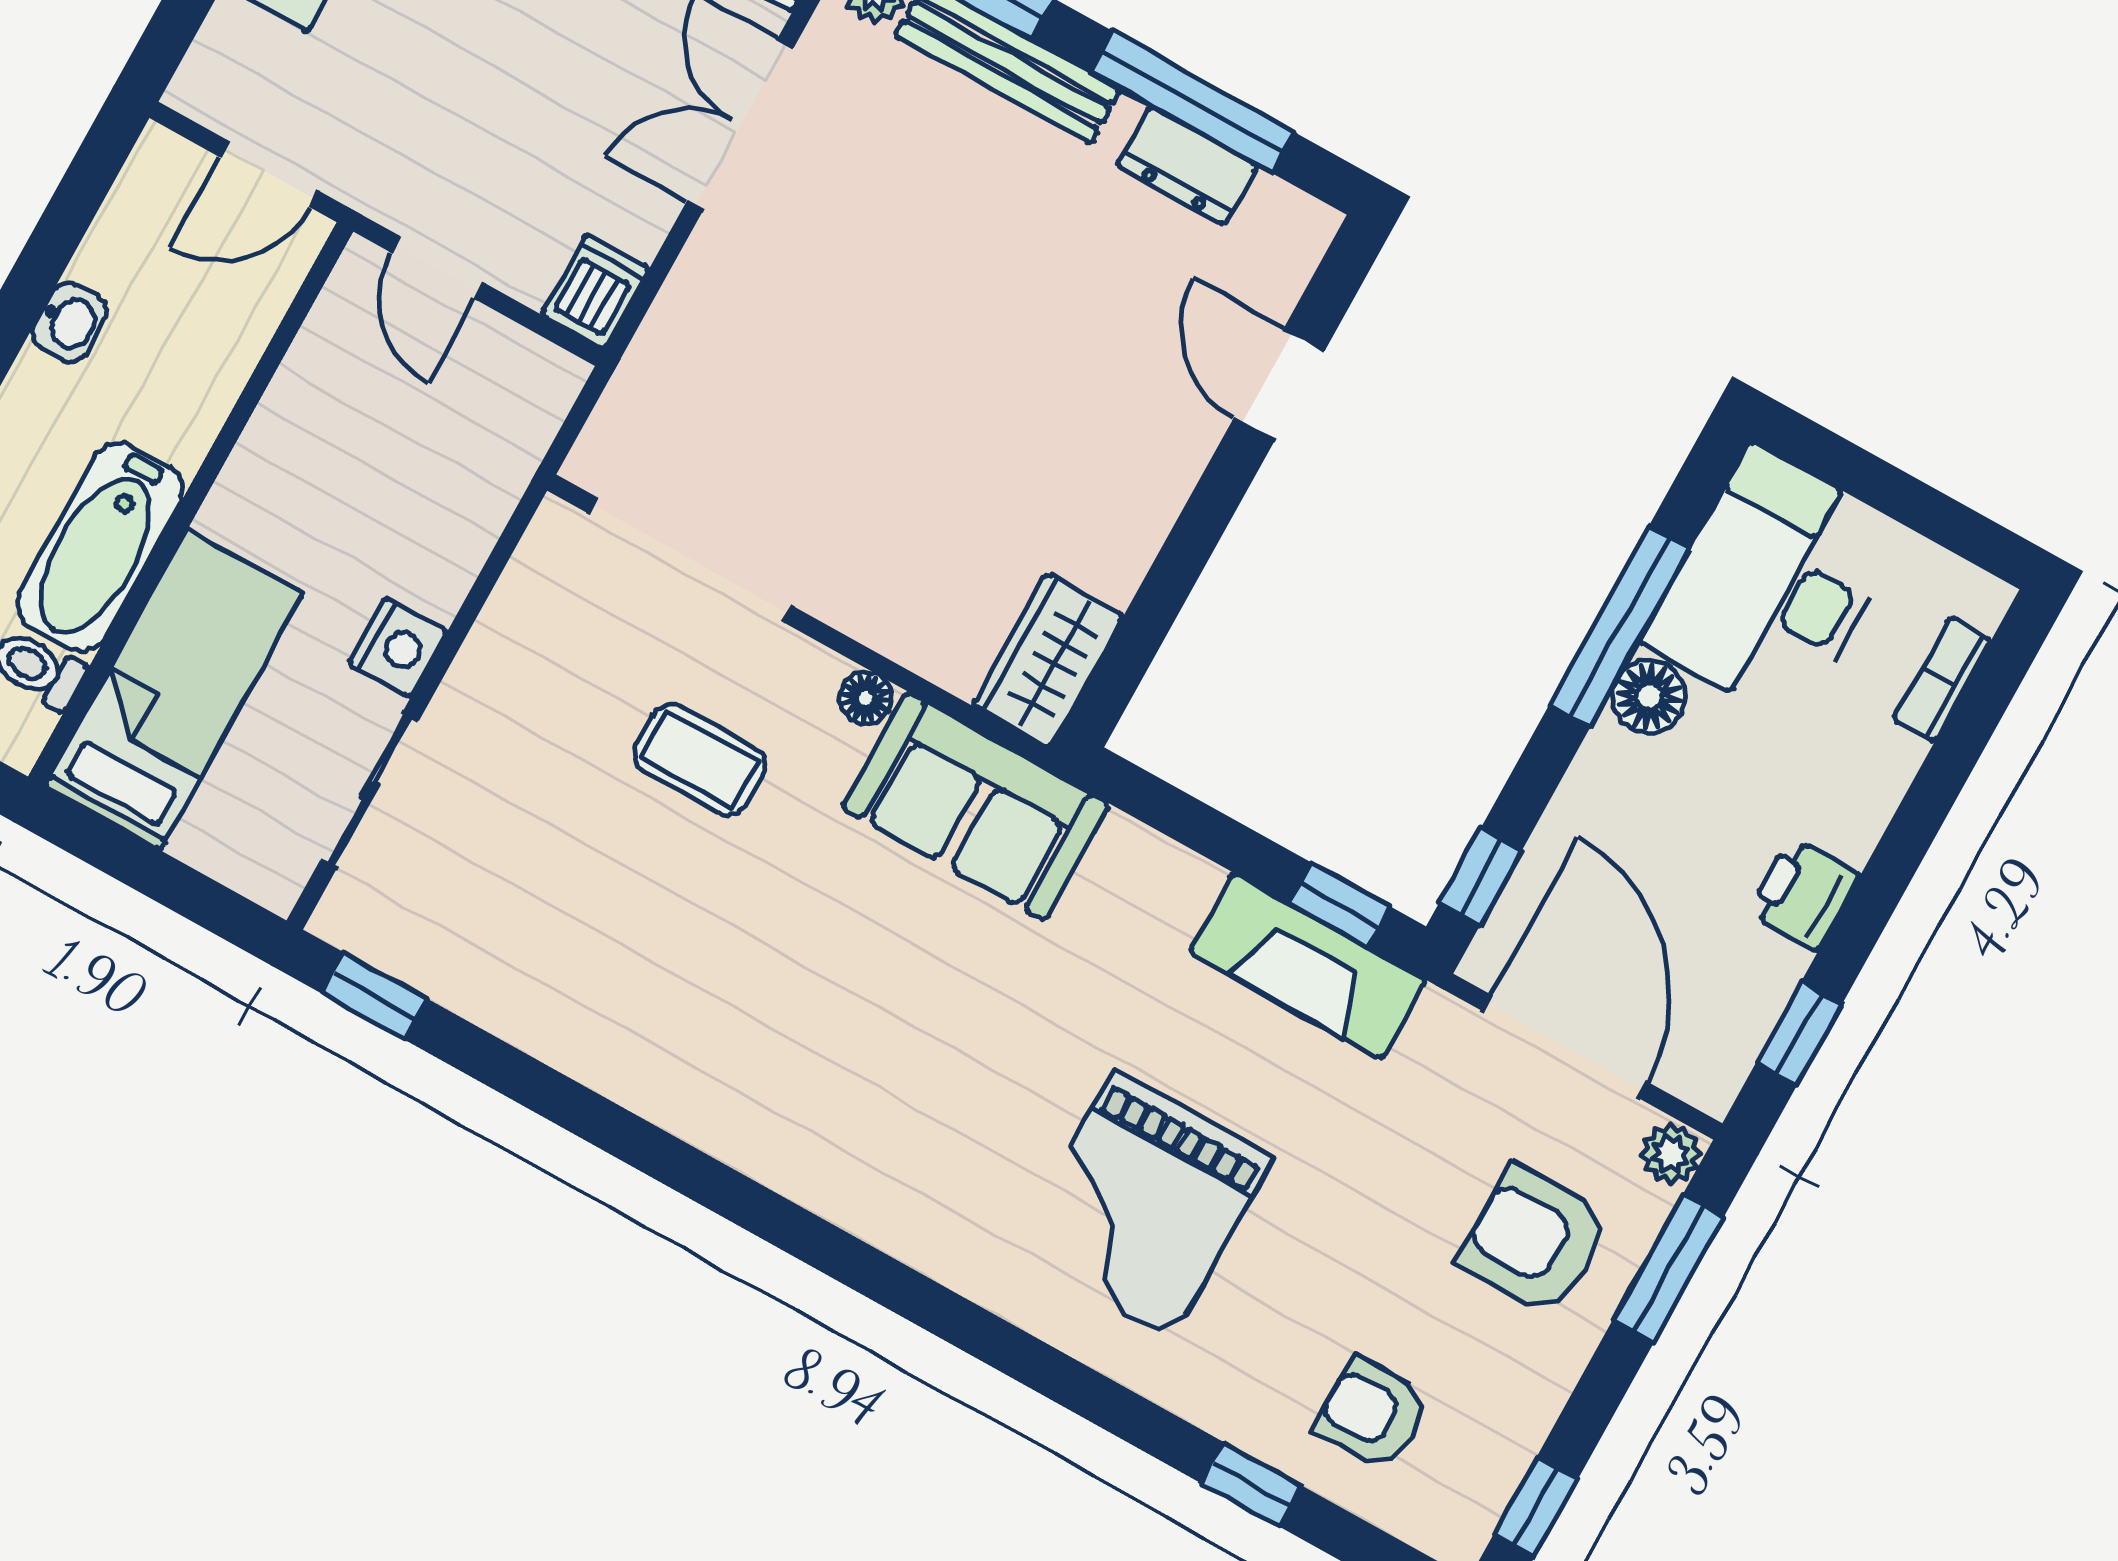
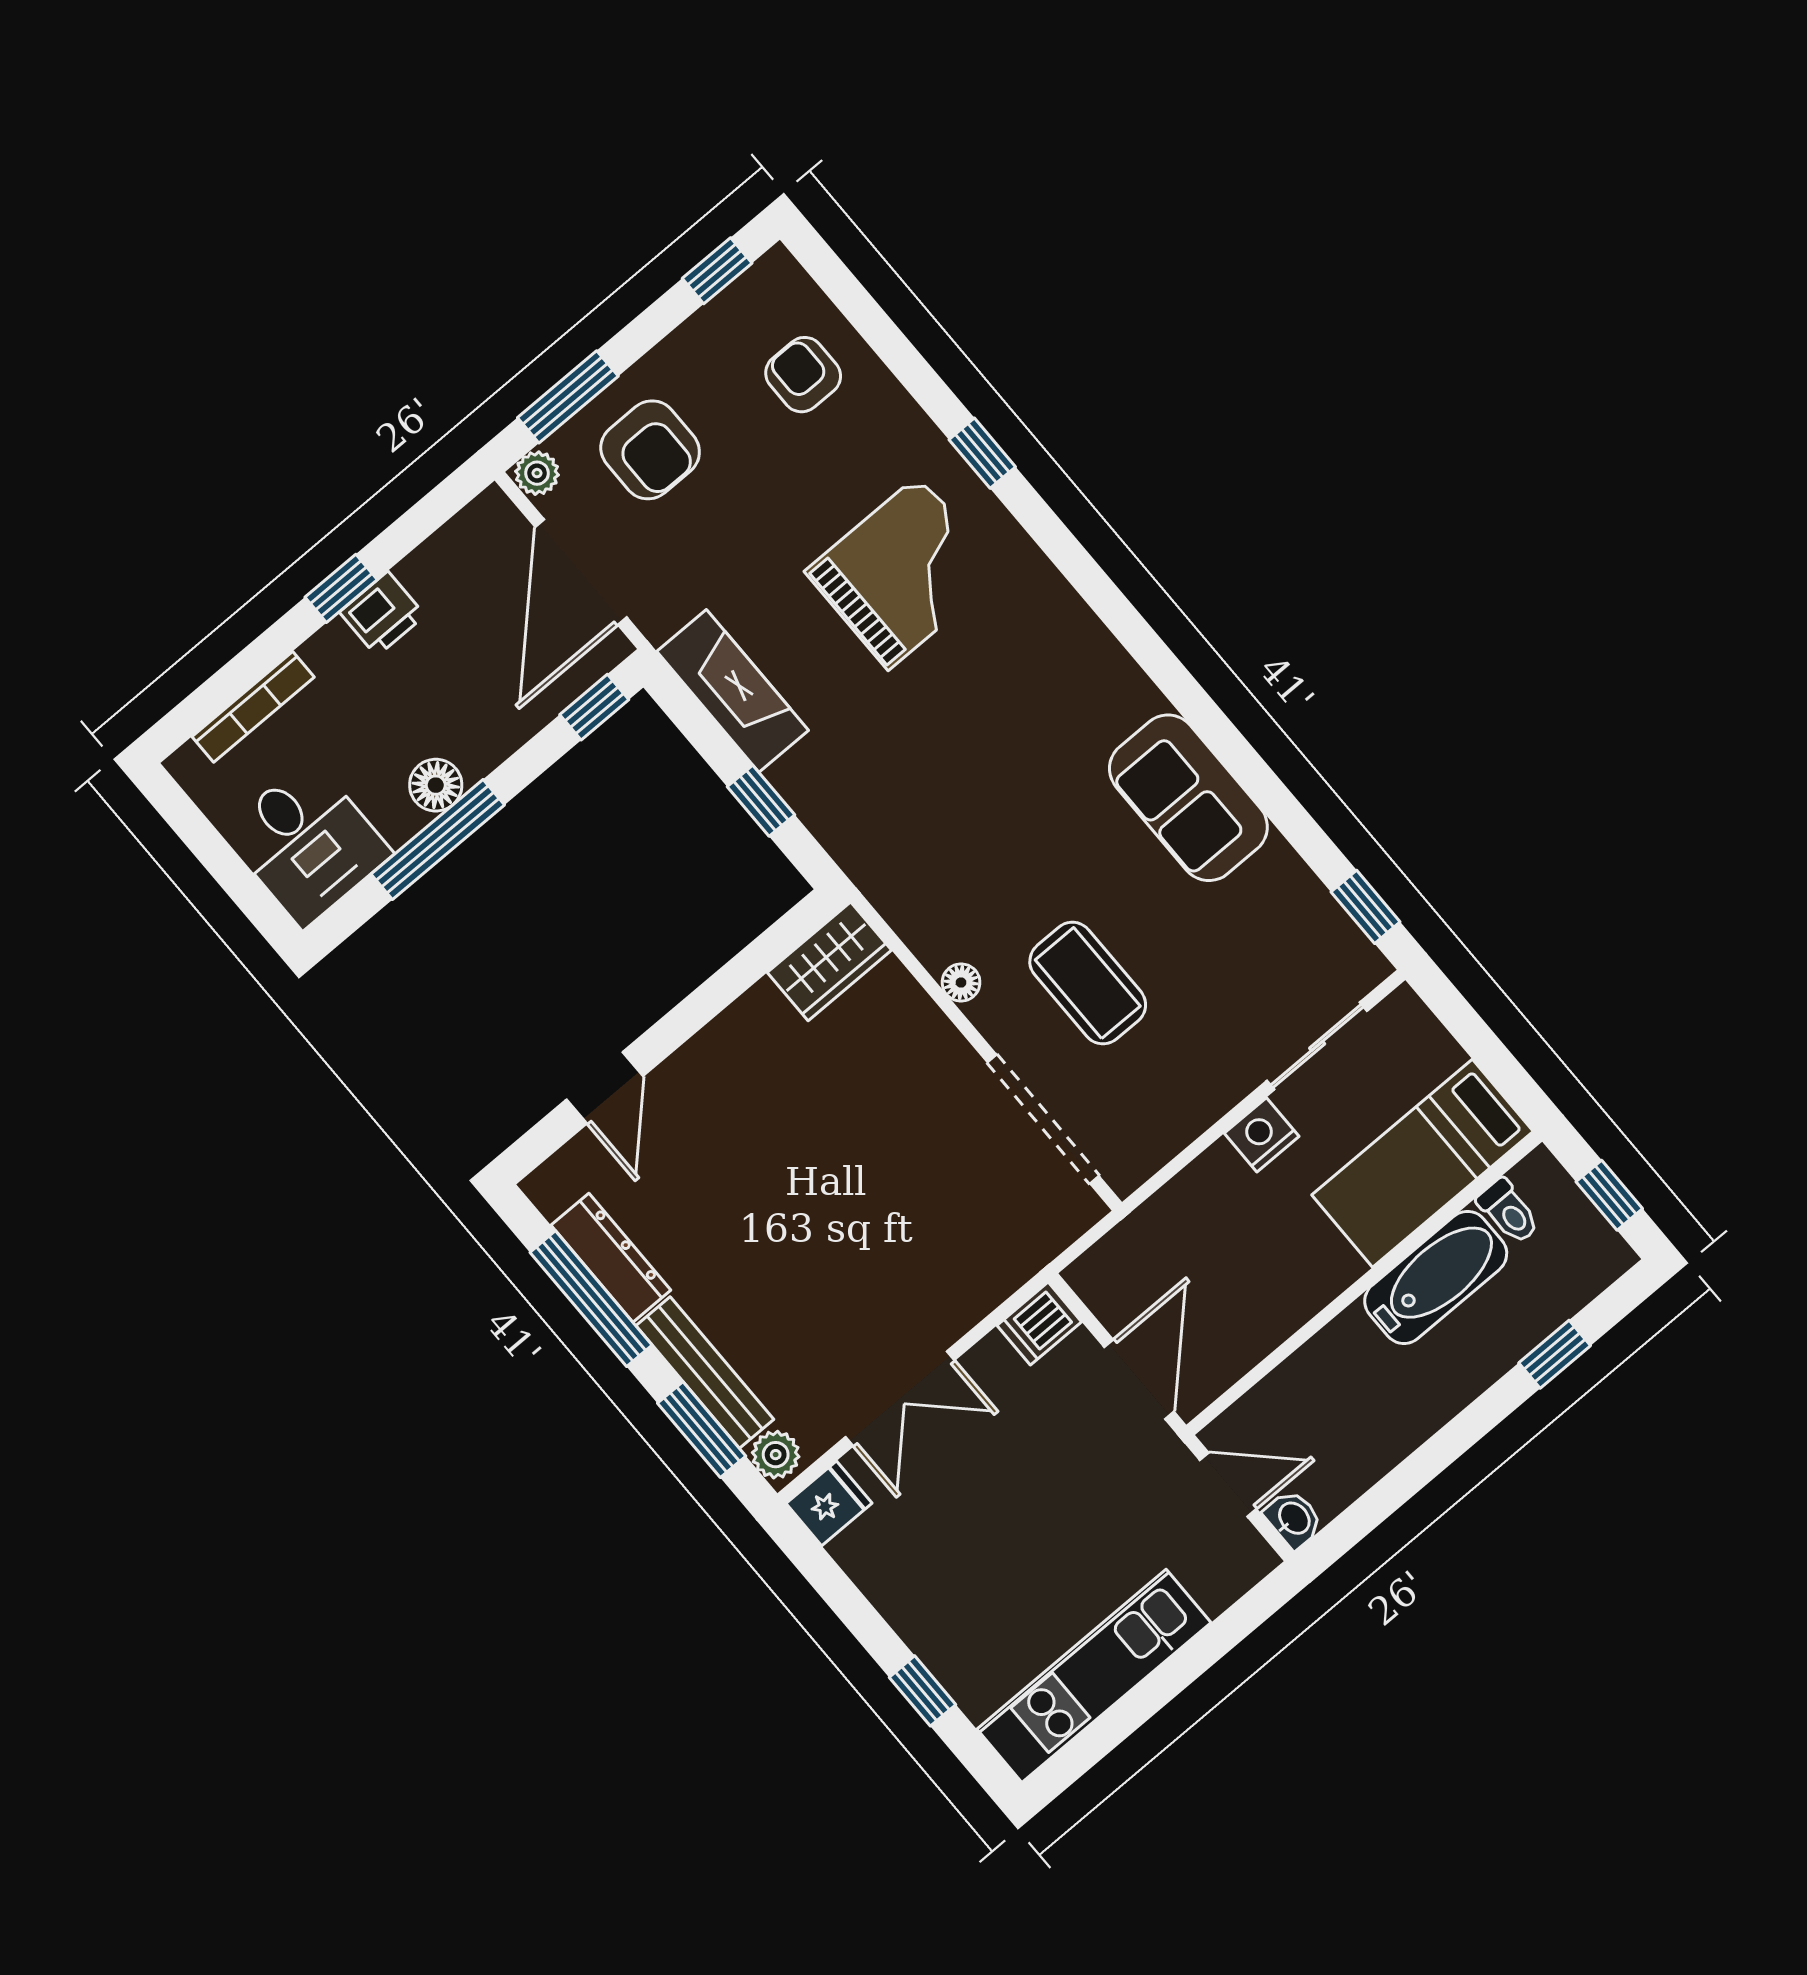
dresser: (1187, 166) -> (611, 1258), width x1.44
door: (437, 268) -> (1139, 1379), width x1.38
washbasin: (70, 322) -> (1293, 1519), moved, turned 90
desk: (1774, 585) -> (307, 843), width x0.73
bookcase: (1942, 680) -> (253, 707), width x1.56
coffee table: (700, 760) -> (1088, 983), width x1.36, depth x1.30
sofa: (976, 806) -> (1188, 798), moved, turned 180
window: (1339, 905) -> (761, 801), moved
window: (1799, 1033) -> (341, 588), moved
armchair: (1372, 1414) -> (803, 375), turned 180
window: (1252, 1484) -> (982, 453), moved

